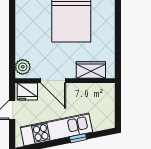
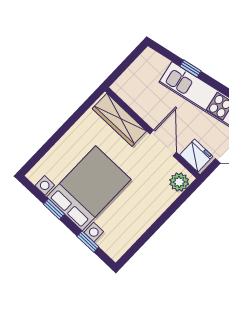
wardrobe: (91, 70) -> (119, 120), width x1.50

